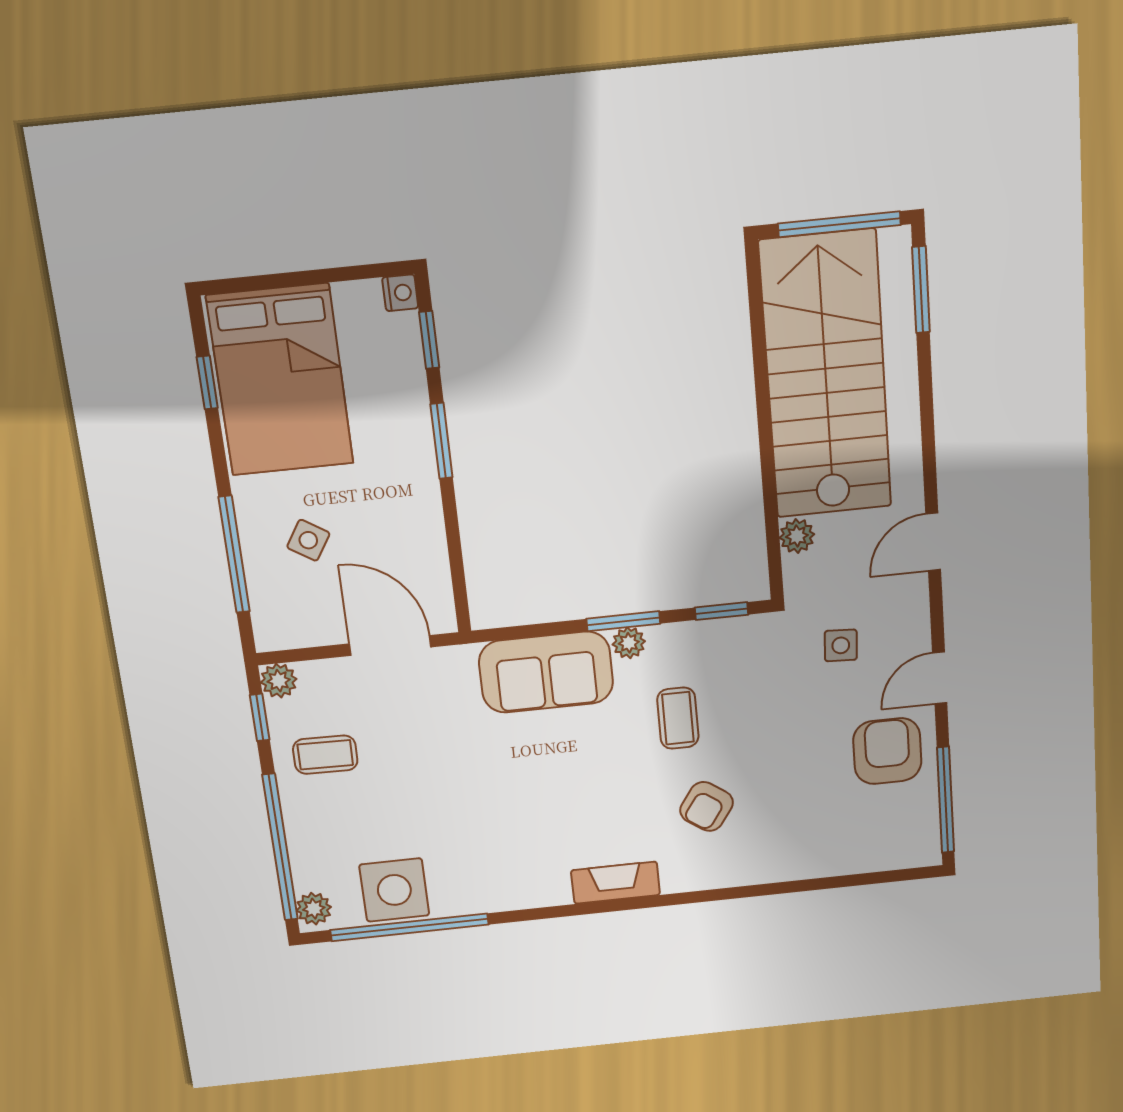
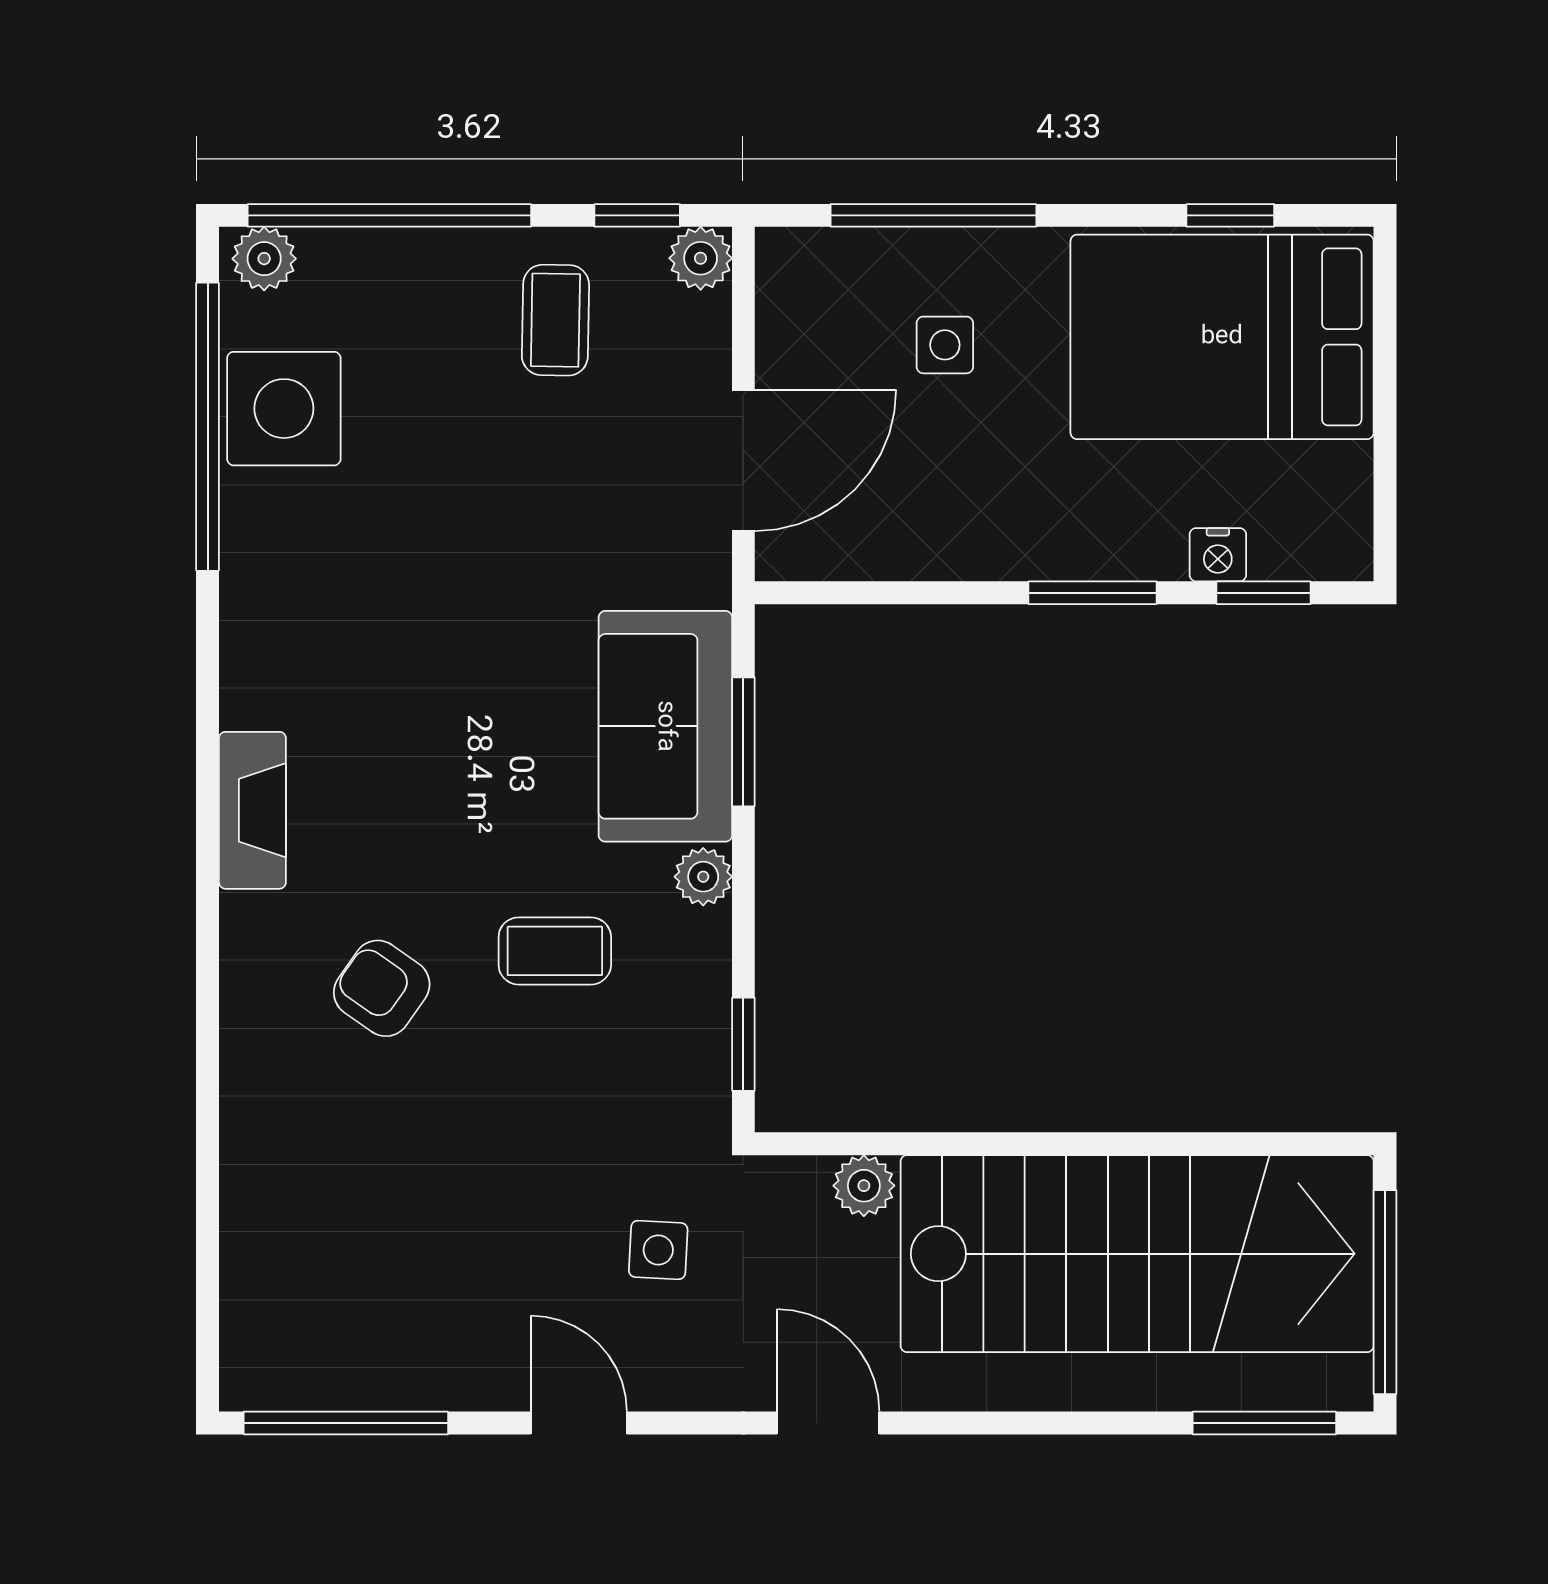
nightstand: (400, 293) -> (1218, 555), moved
side table: (308, 540) -> (945, 345), turned -32
window: (623, 621) -> (743, 742), moved
armchair: (887, 751) -> (451, 1322), removed

